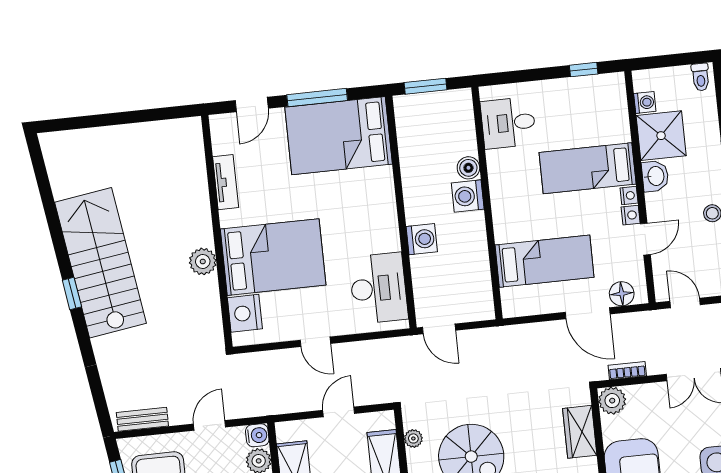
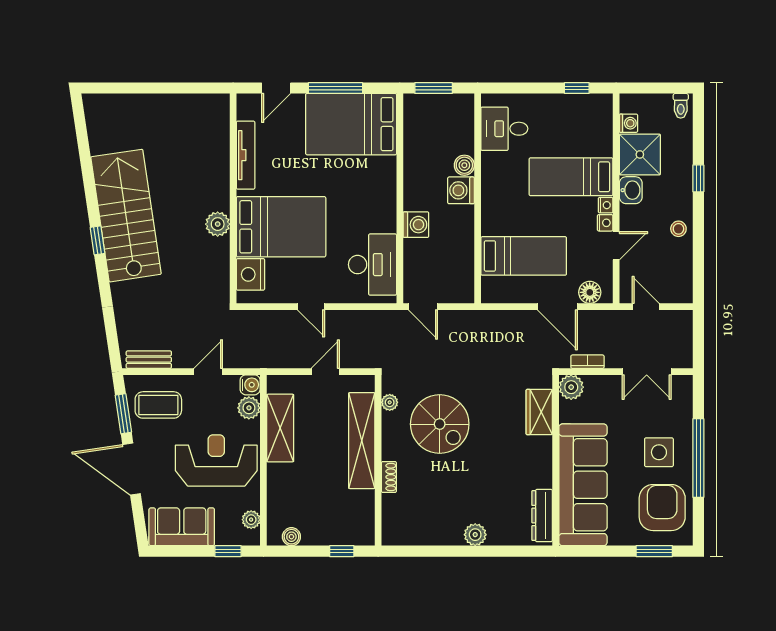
tv unit: (226, 182) -> (246, 155), width x1.41

